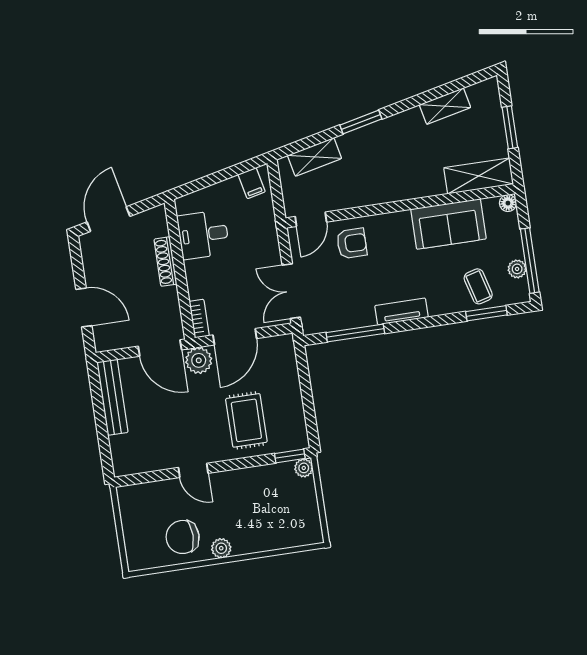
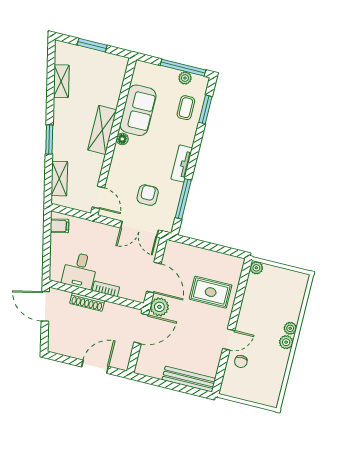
shelving: (479, 176) -> (102, 130), moved
floor lamp: (508, 203) -> (122, 139), moved
door: (108, 219) -> (45, 306), moved
armchair: (352, 243) -> (148, 195), moved
coffee table: (478, 286) -> (186, 108), turned -75
bookcase: (199, 319) -> (106, 289), moved
bench: (112, 397) -> (189, 379), moved
window: (290, 456) -> (245, 274), removed
chair: (183, 537) -> (241, 362), moved, width x0.54, depth x0.54
plant: (242, 546) -> (290, 328), added

